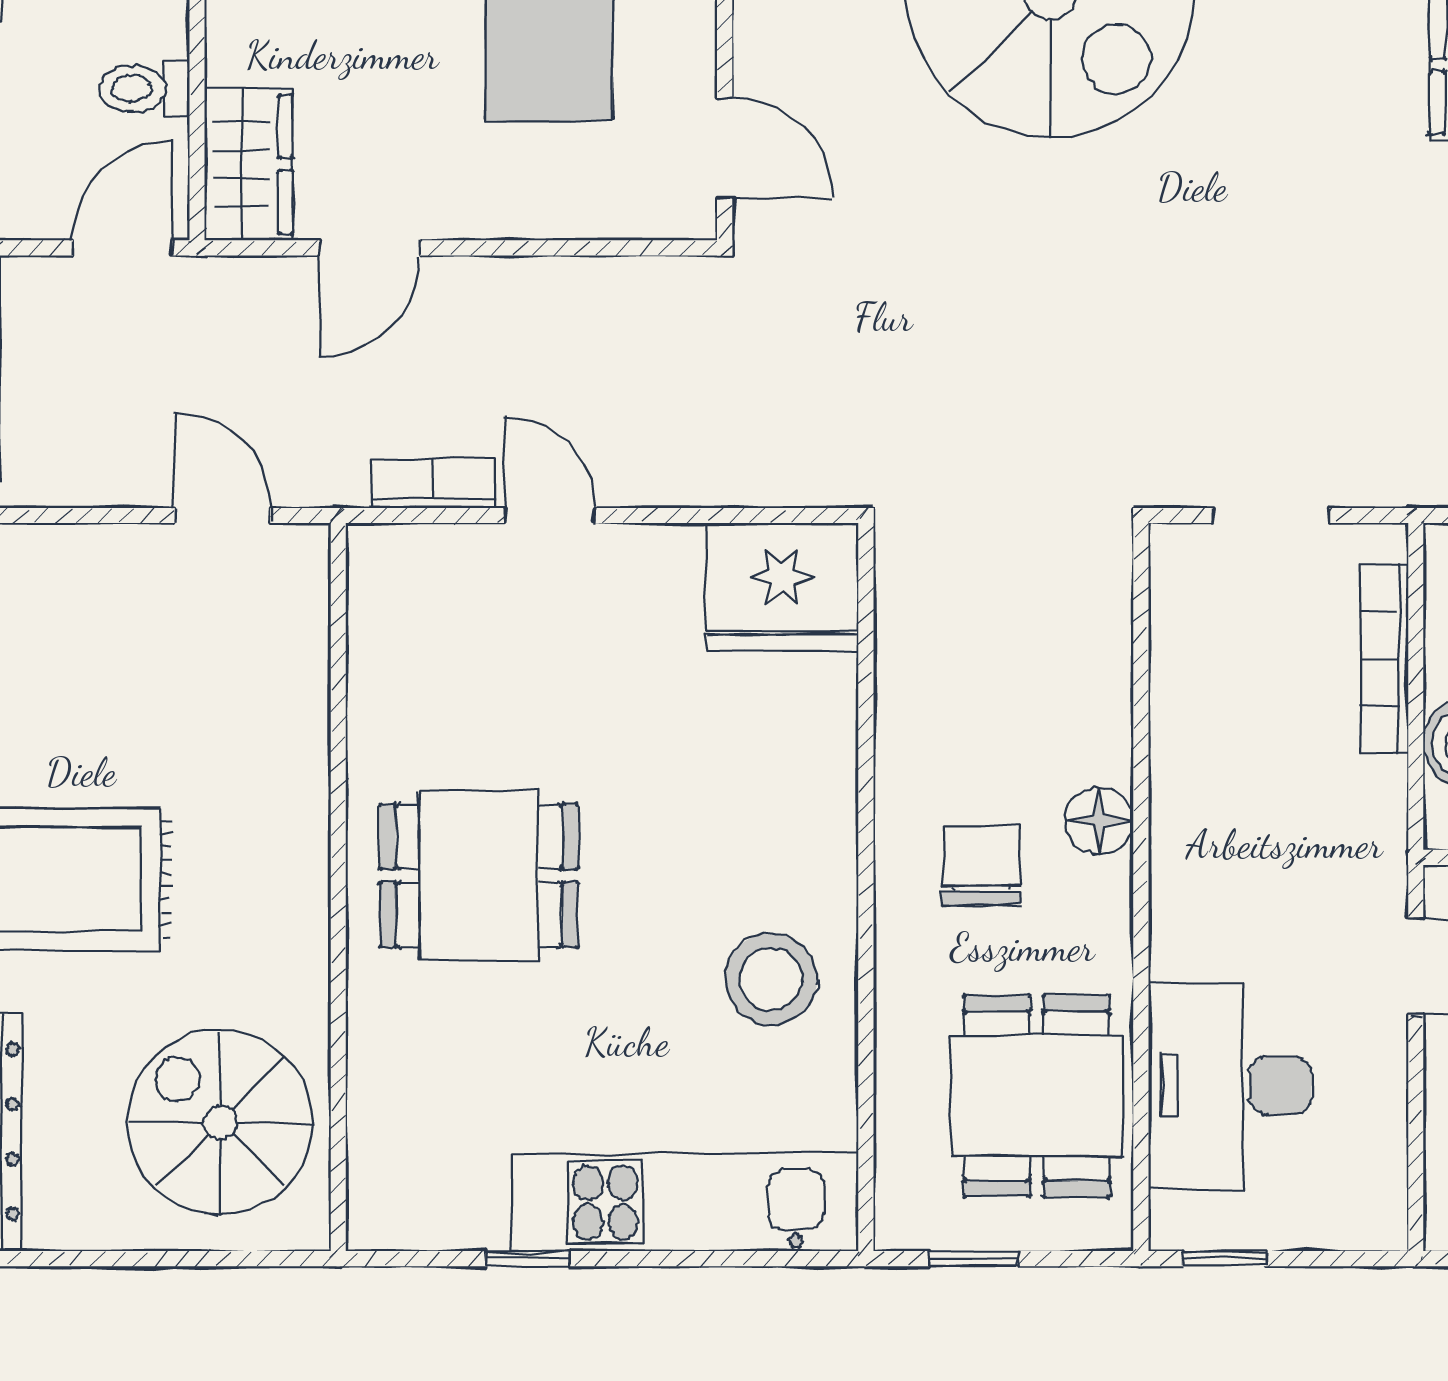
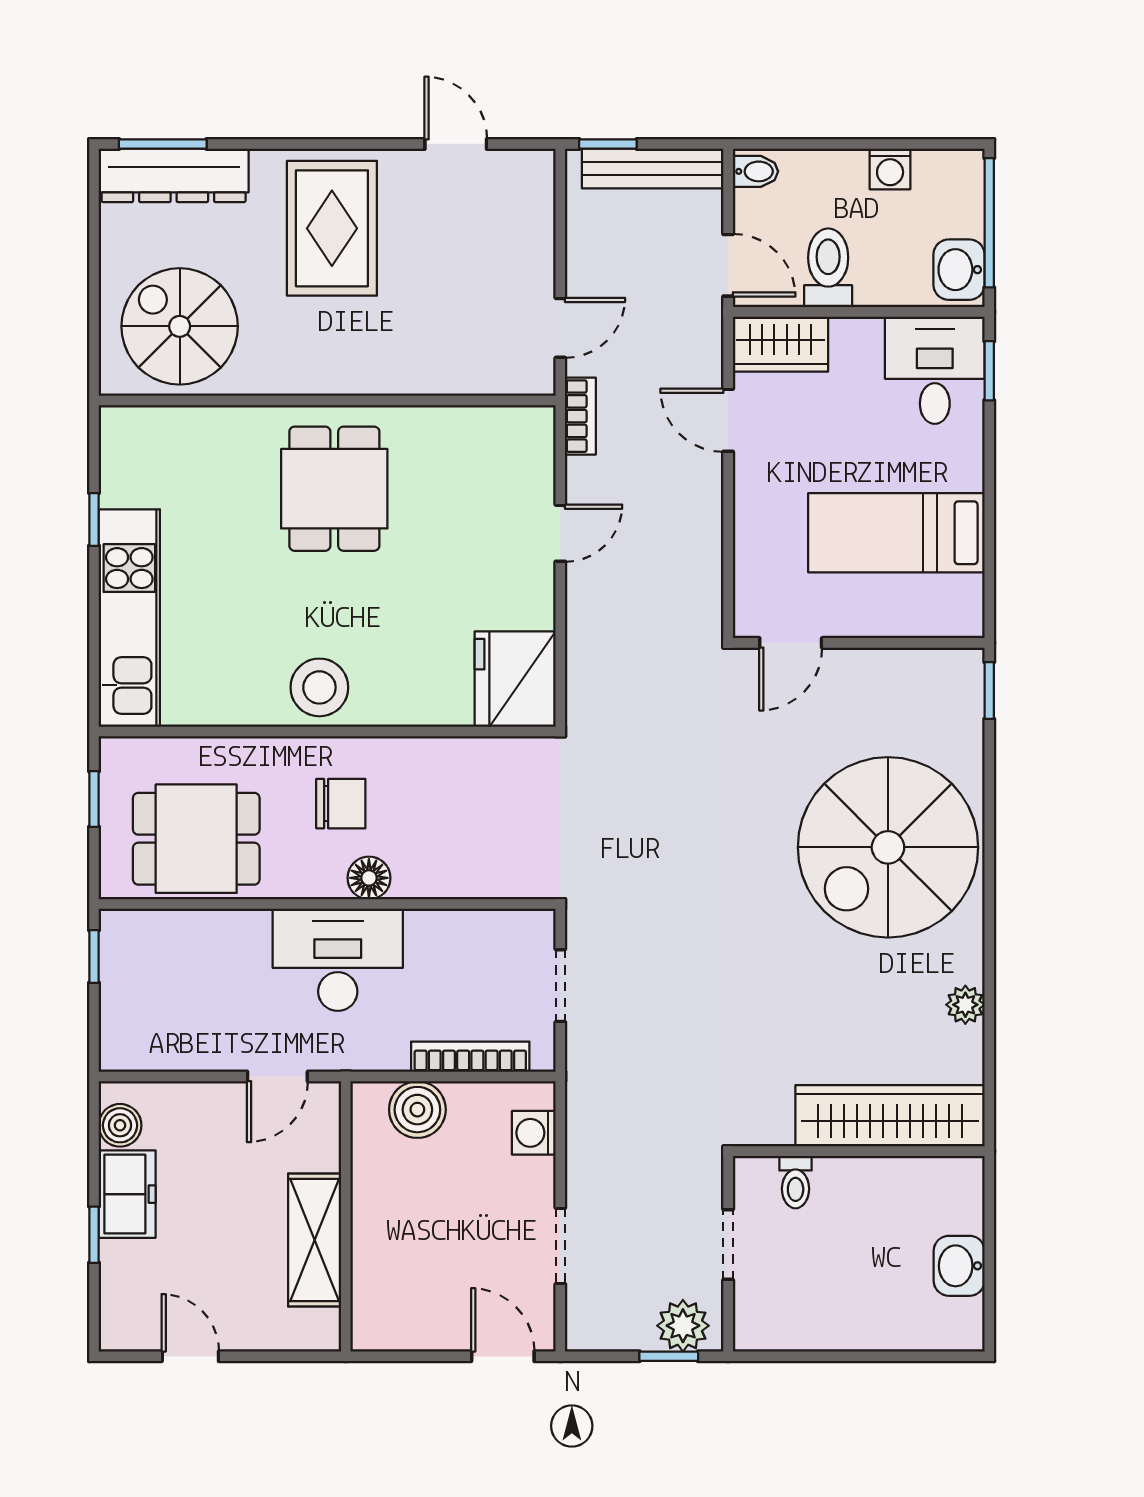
toilet: (144, 89) -> (828, 268), width x1.37, depth x1.39
bookcase: (433, 483) -> (580, 416), moved
stool: (771, 979) -> (319, 687), moved
desk: (1230, 1085) -> (338, 960), moved
spiral stairs: (220, 1122) -> (180, 326), turned -90

